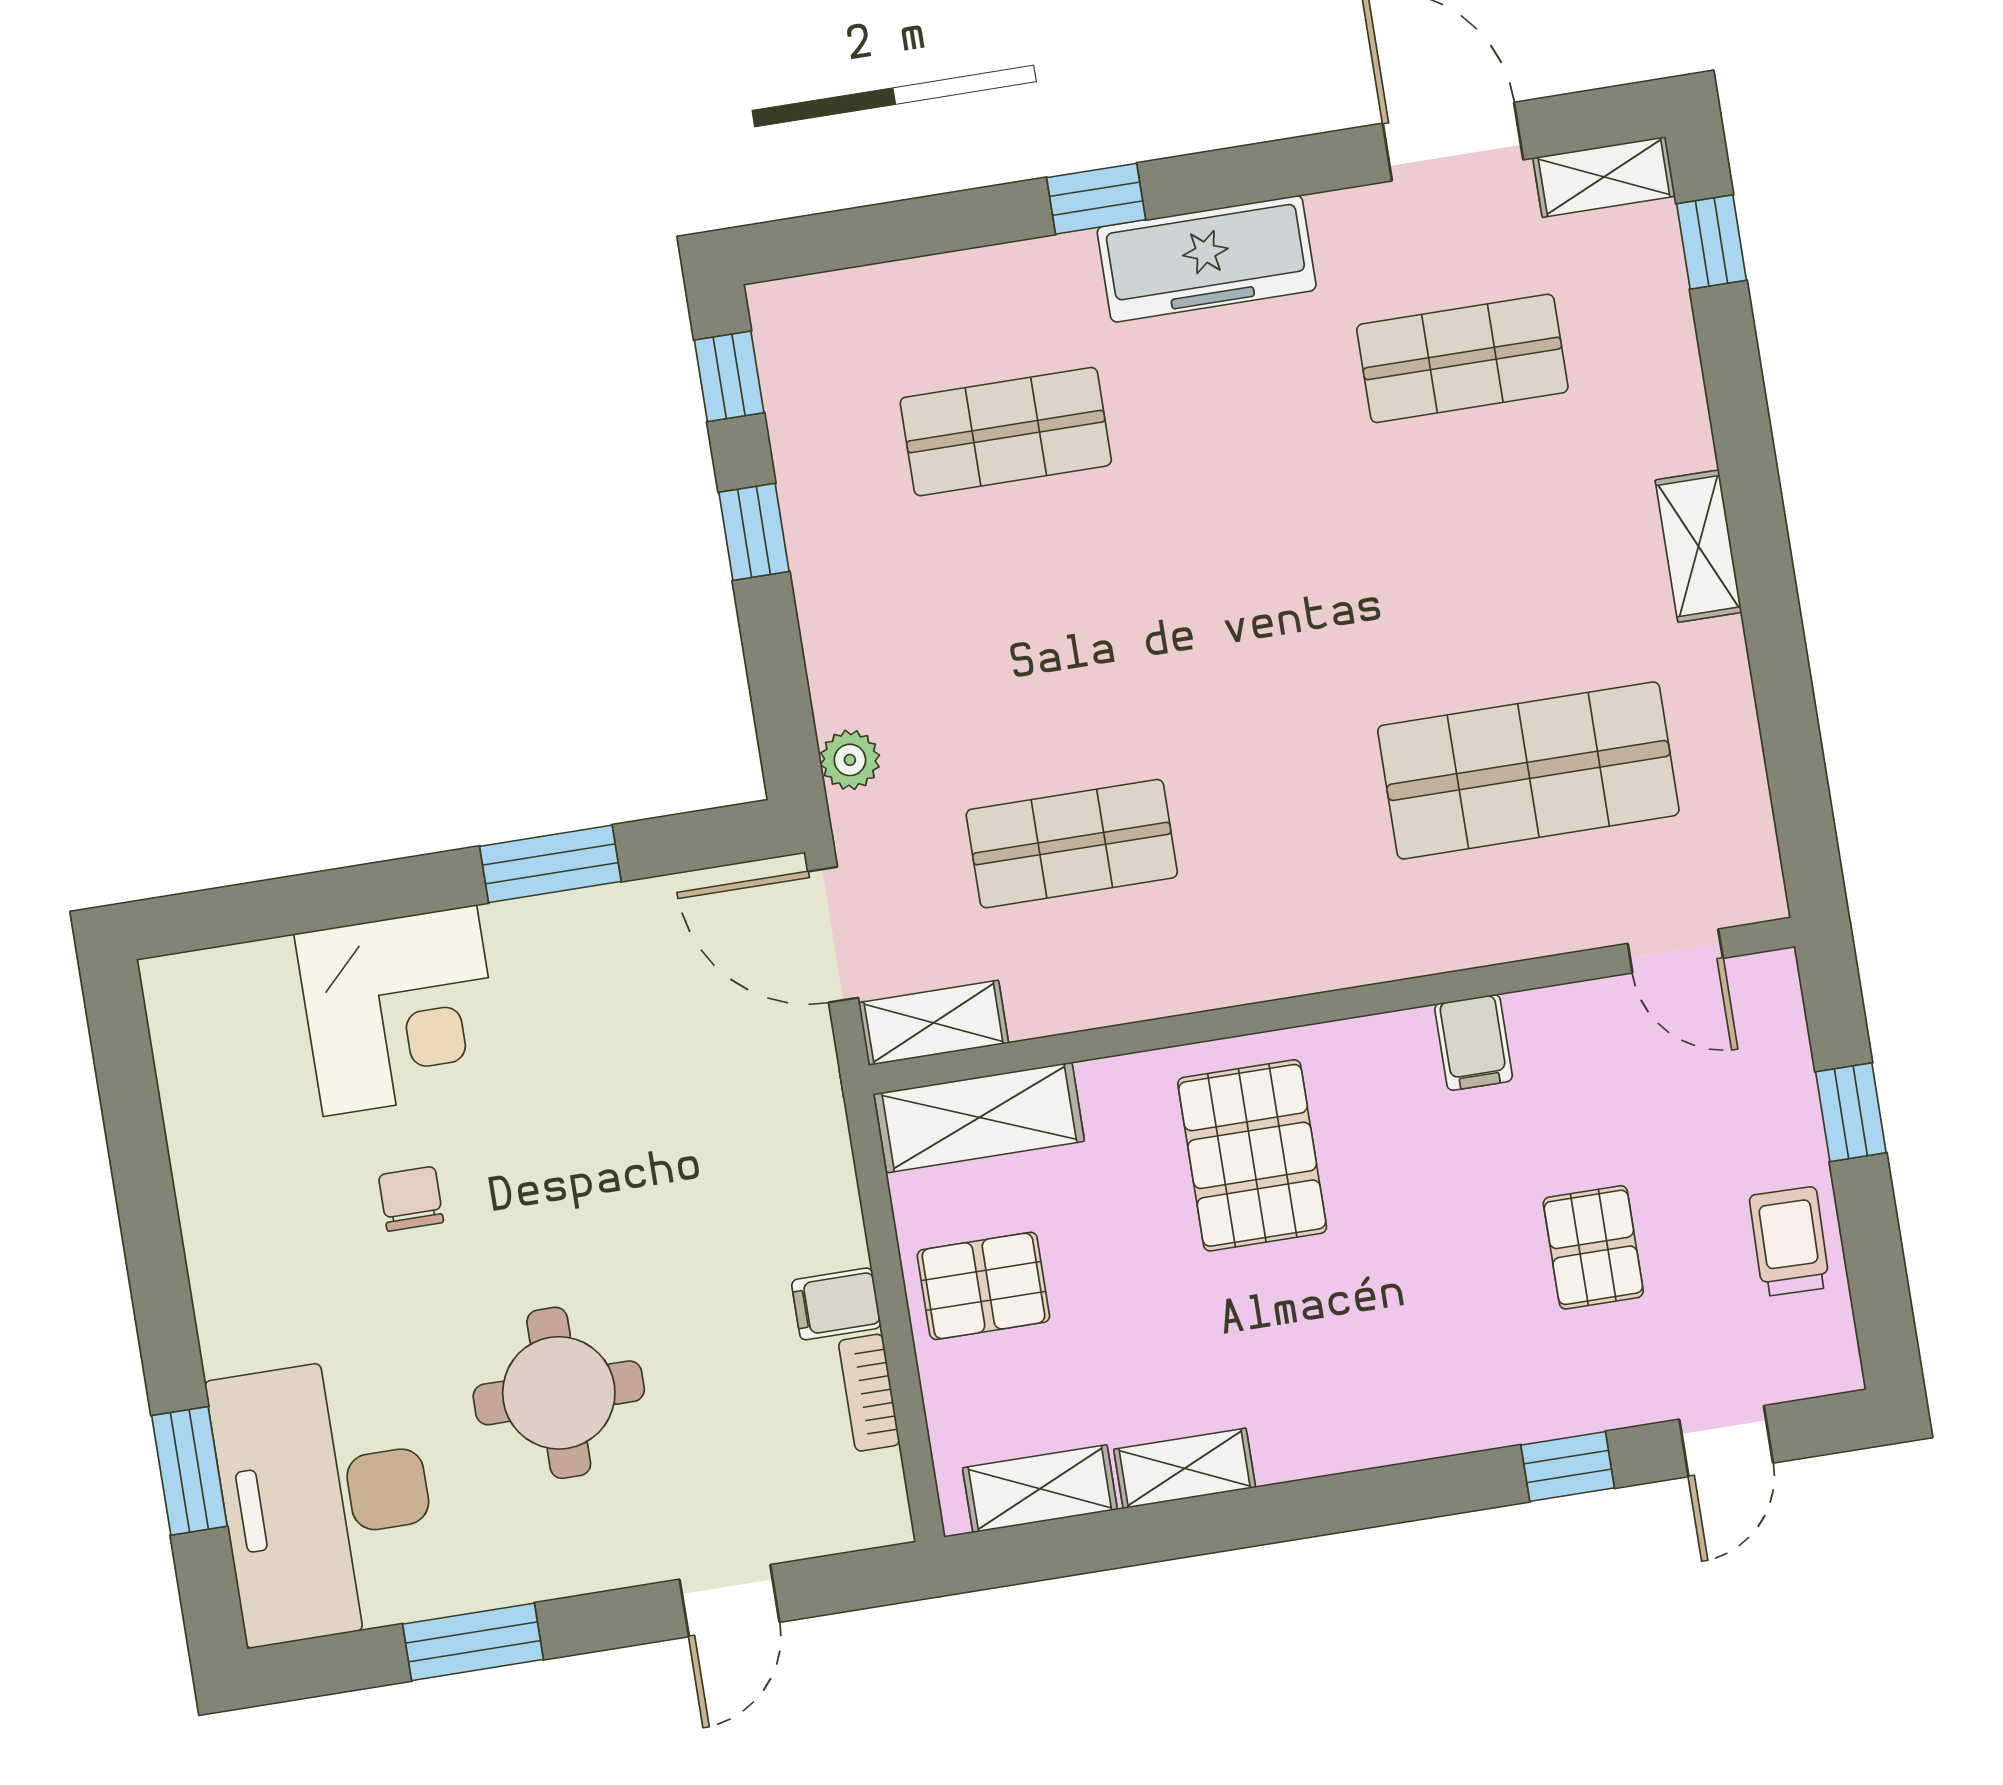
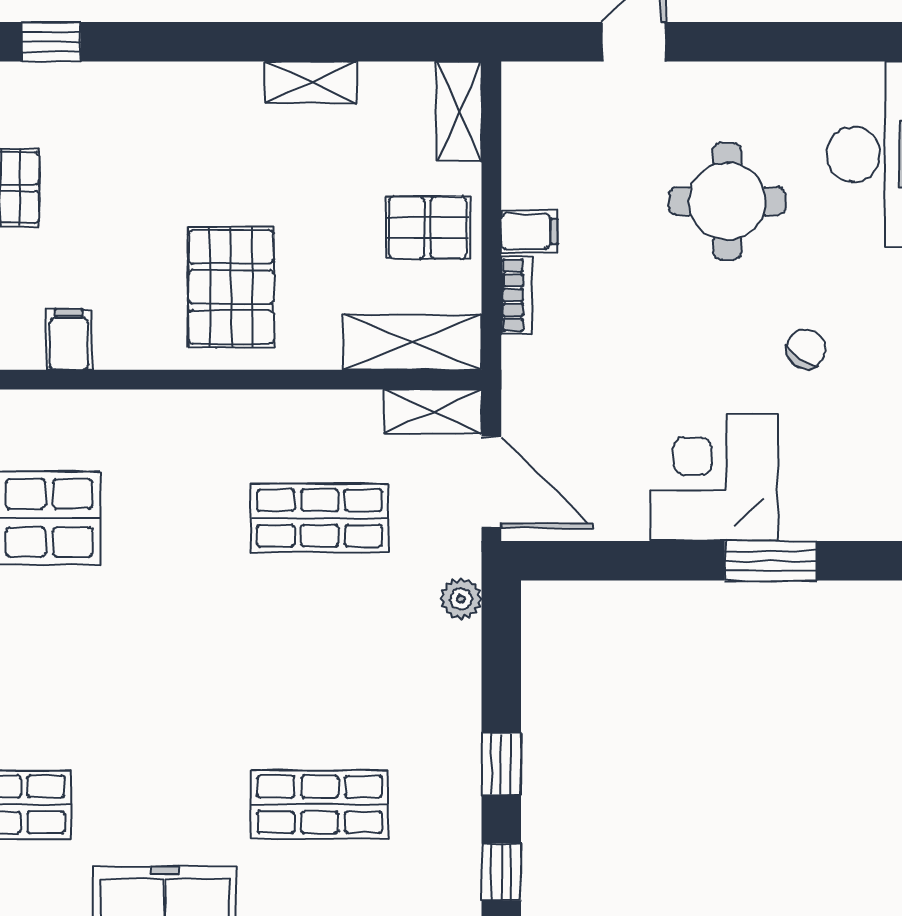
window: (550, 864) -> (771, 561), moved
corner desk: (400, 1011) -> (714, 478), moved
chair: (411, 1199) -> (806, 349), turned -147
bookcase: (869, 1393) -> (517, 295), moved
shelving: (1040, 1489) -> (459, 112), moved, turned 90
window: (473, 1642) -> (812, 42), removed

